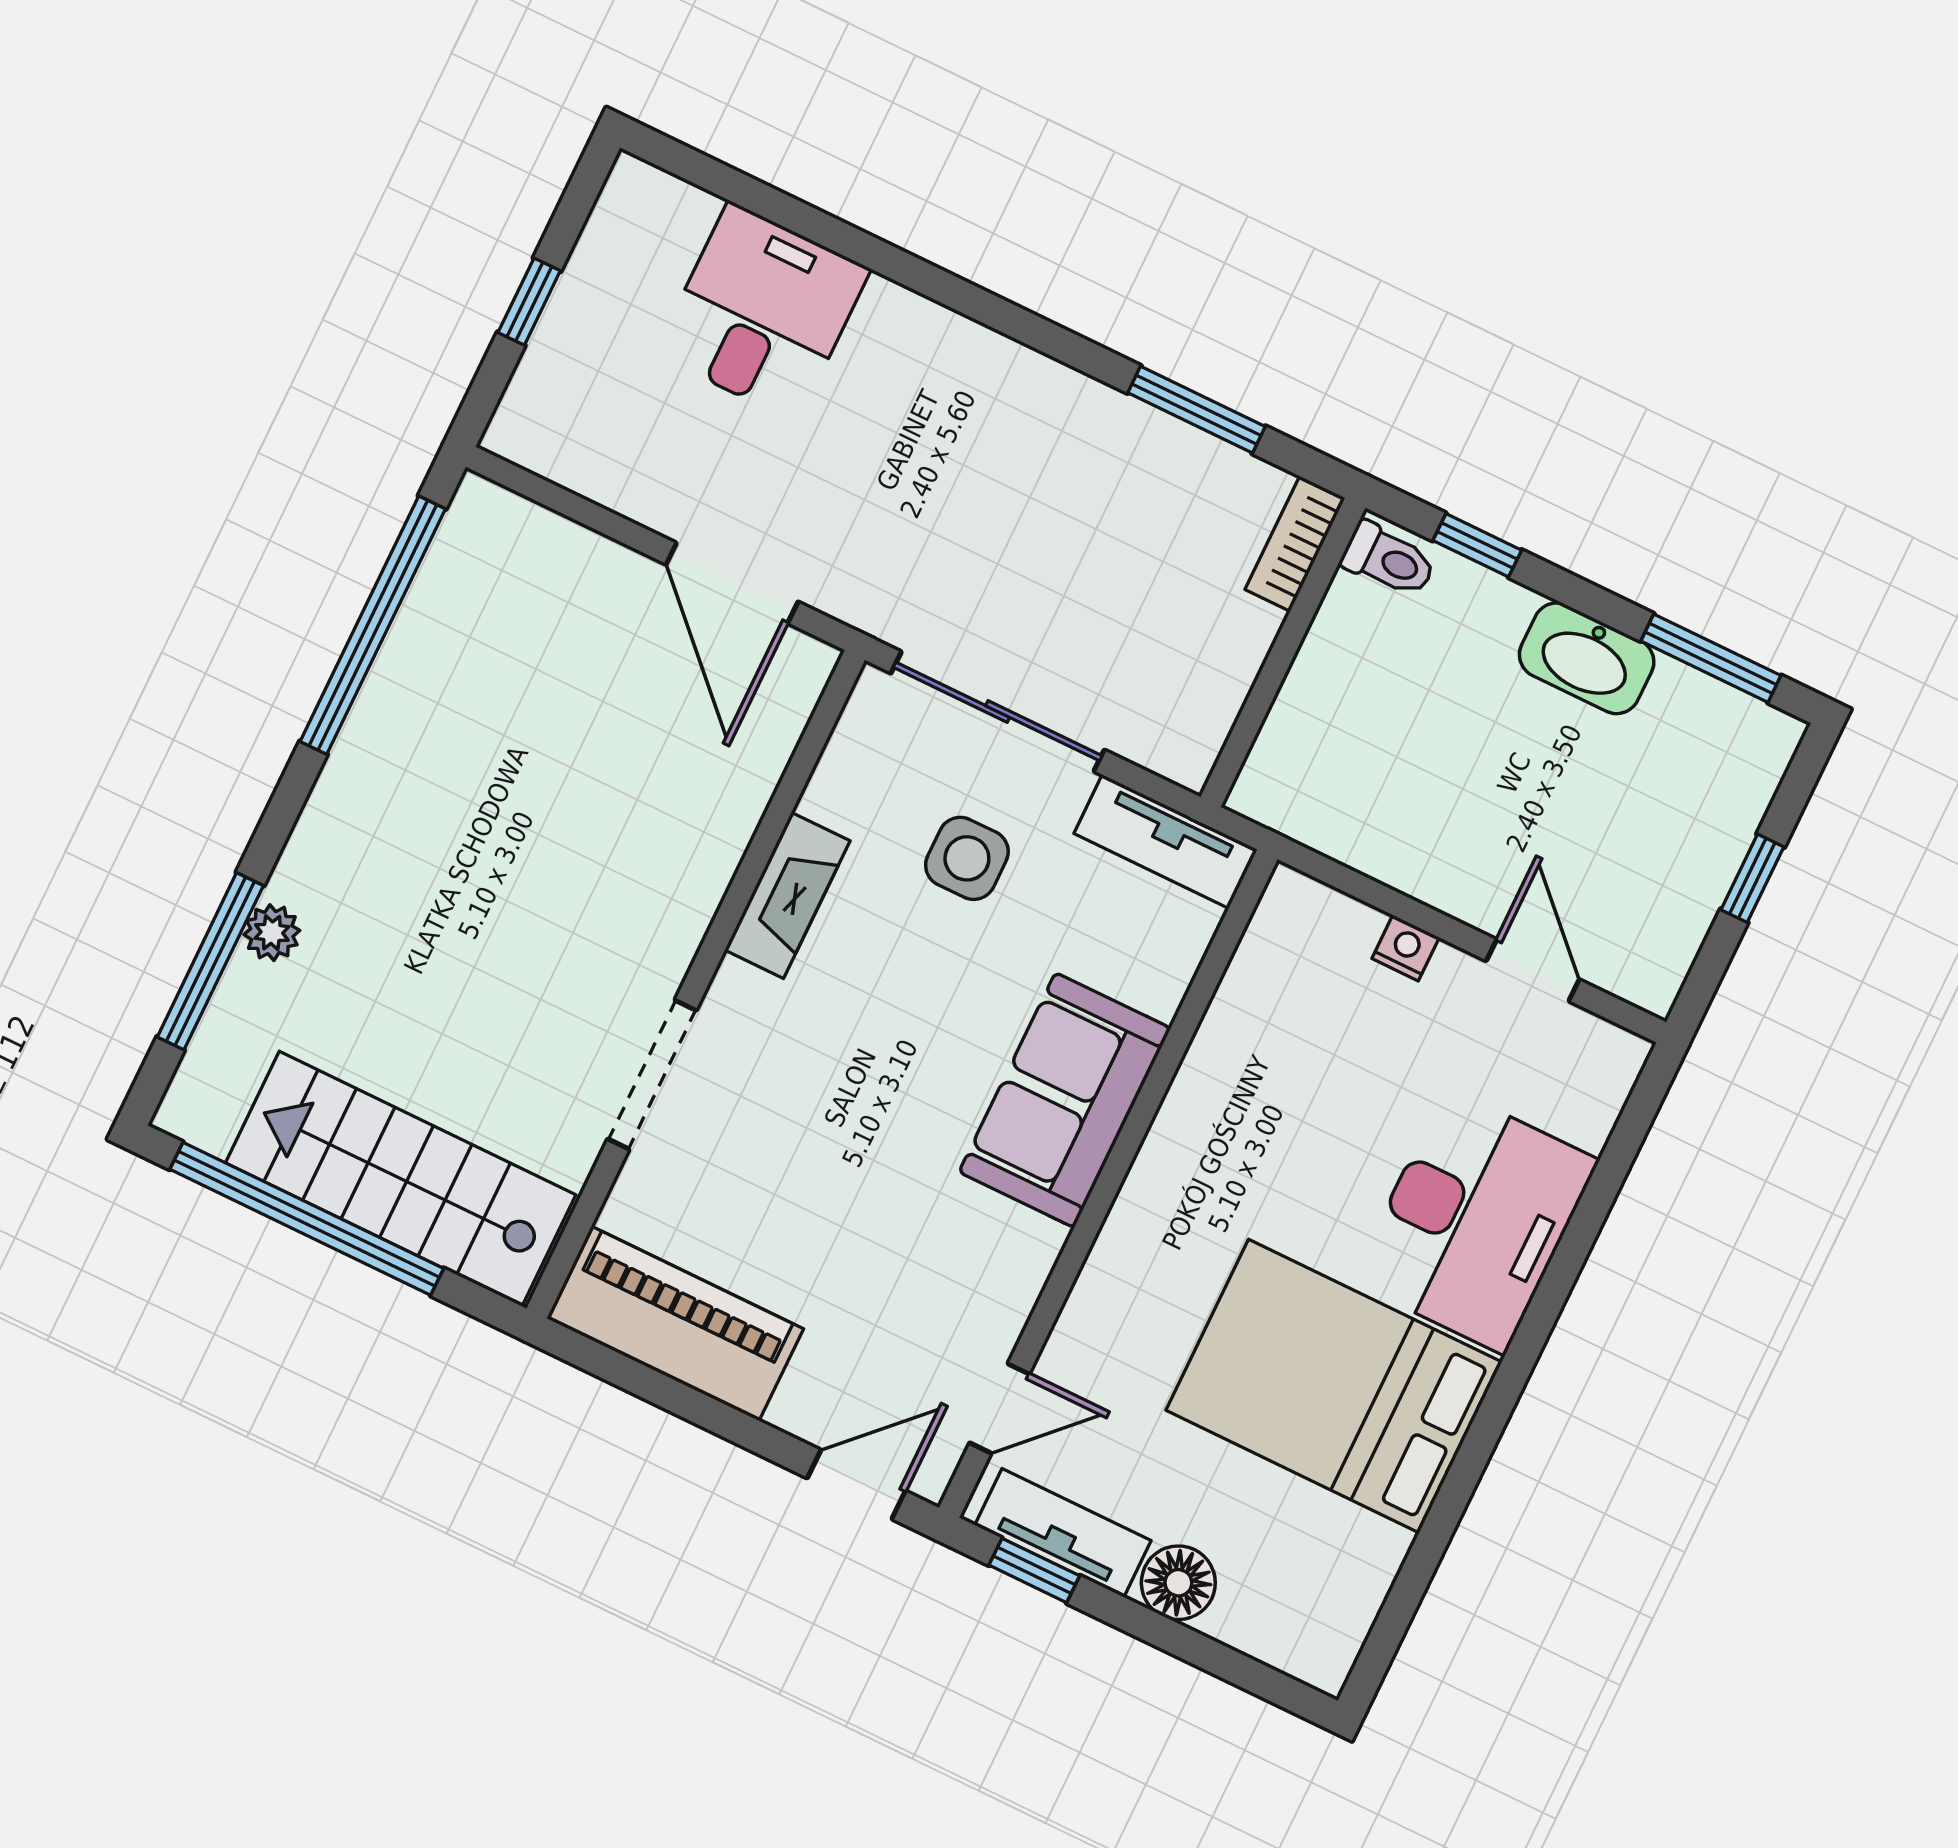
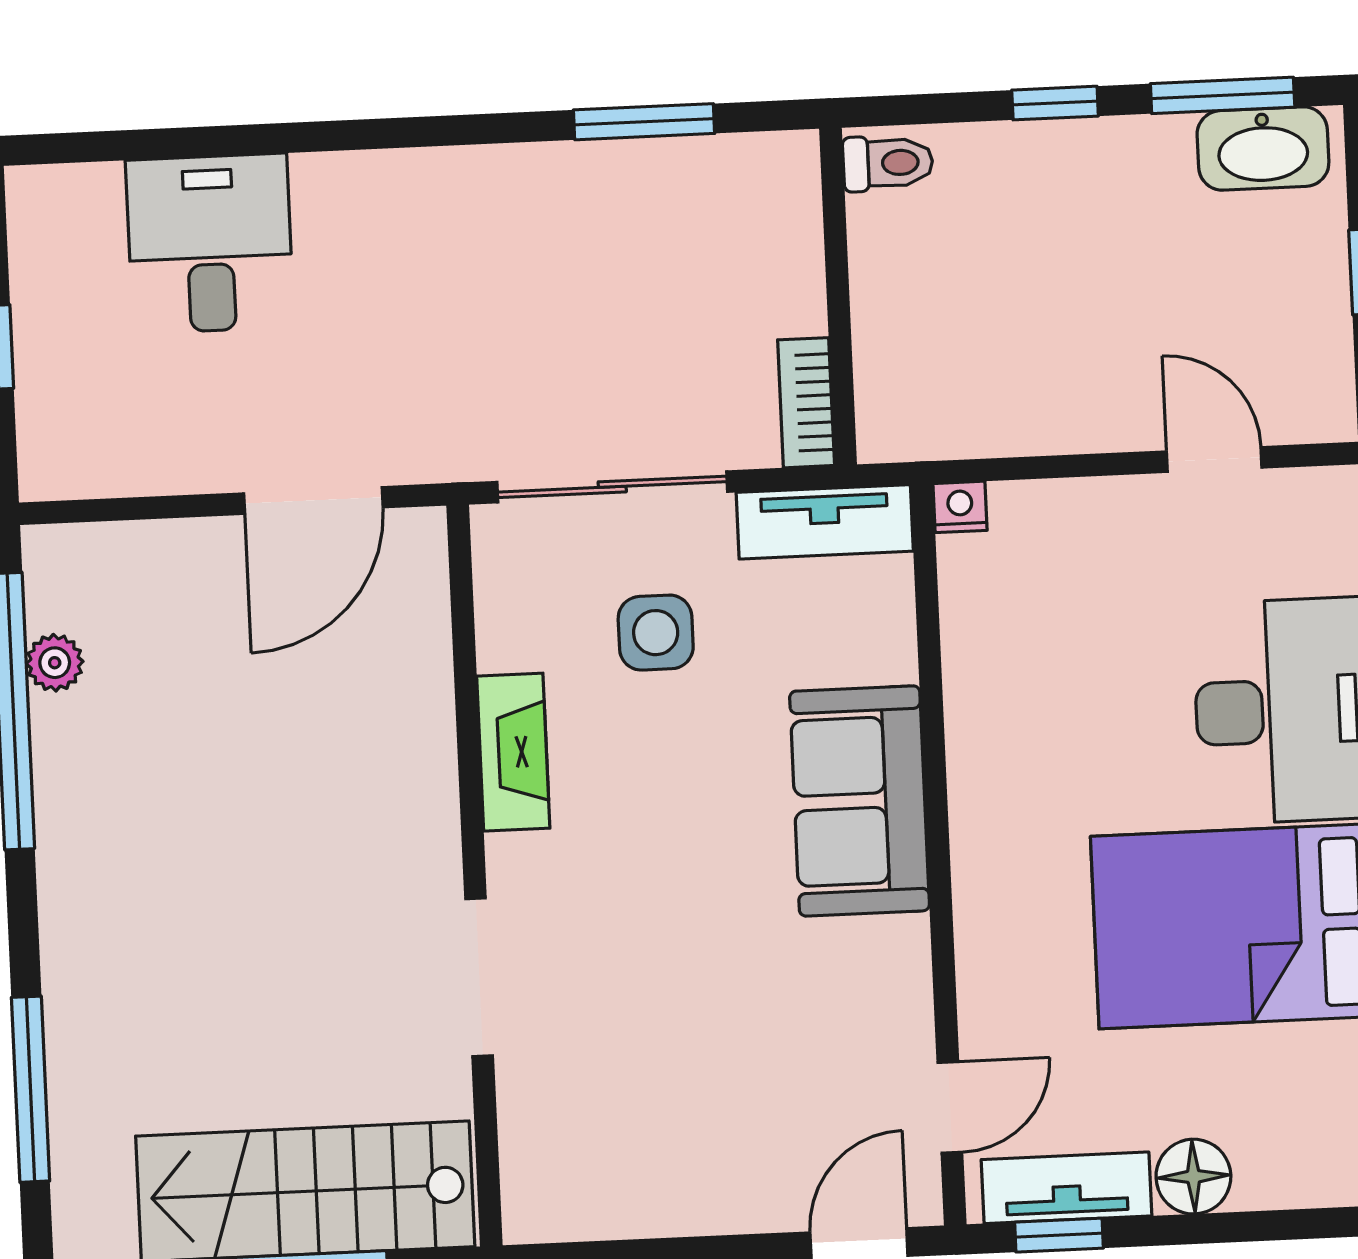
bookcase: (1295, 544) -> (806, 403), moved
window: (1477, 545) -> (1055, 103), moved
door: (732, 583) -> (313, 500), hinge flipped
washbasin: (1587, 658) -> (1263, 148), moved
plant: (272, 933) -> (55, 663), moved
nightstand: (1406, 948) -> (960, 507), moved
piano: (675, 1323) -> (620, 1188), removed

